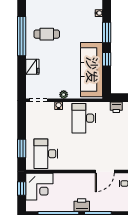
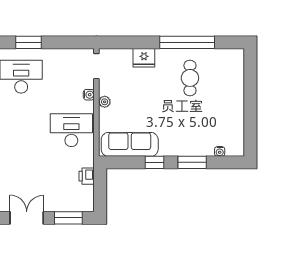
sofa: (92, 70) -> (130, 144), width x0.74, depth x0.79

